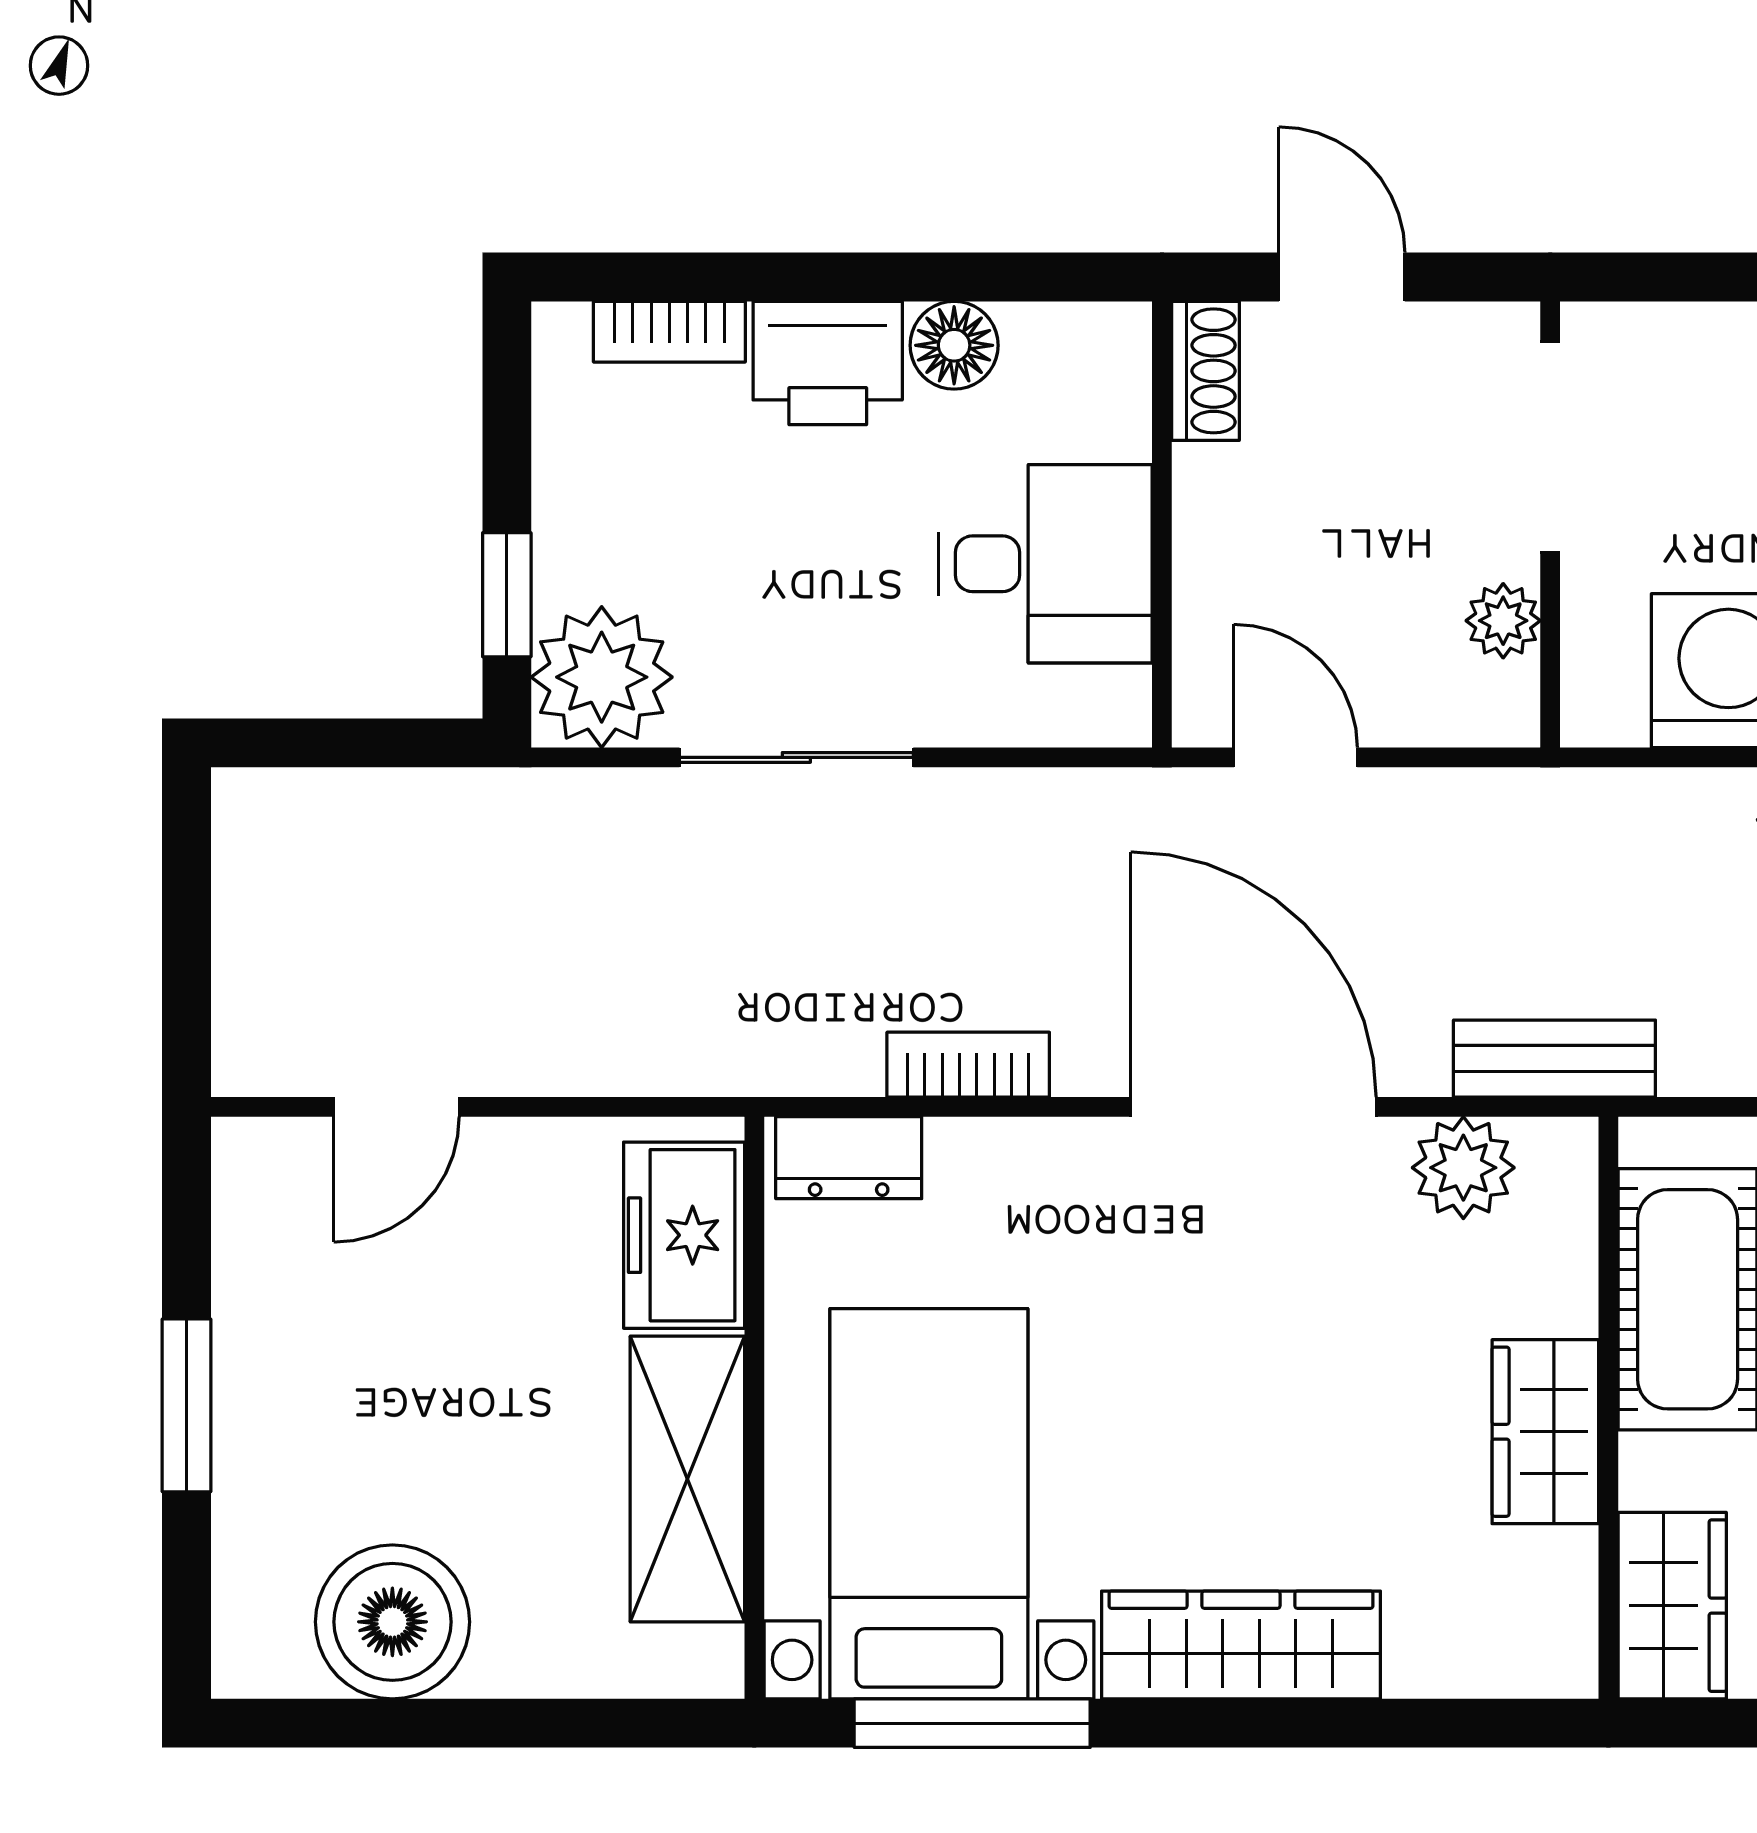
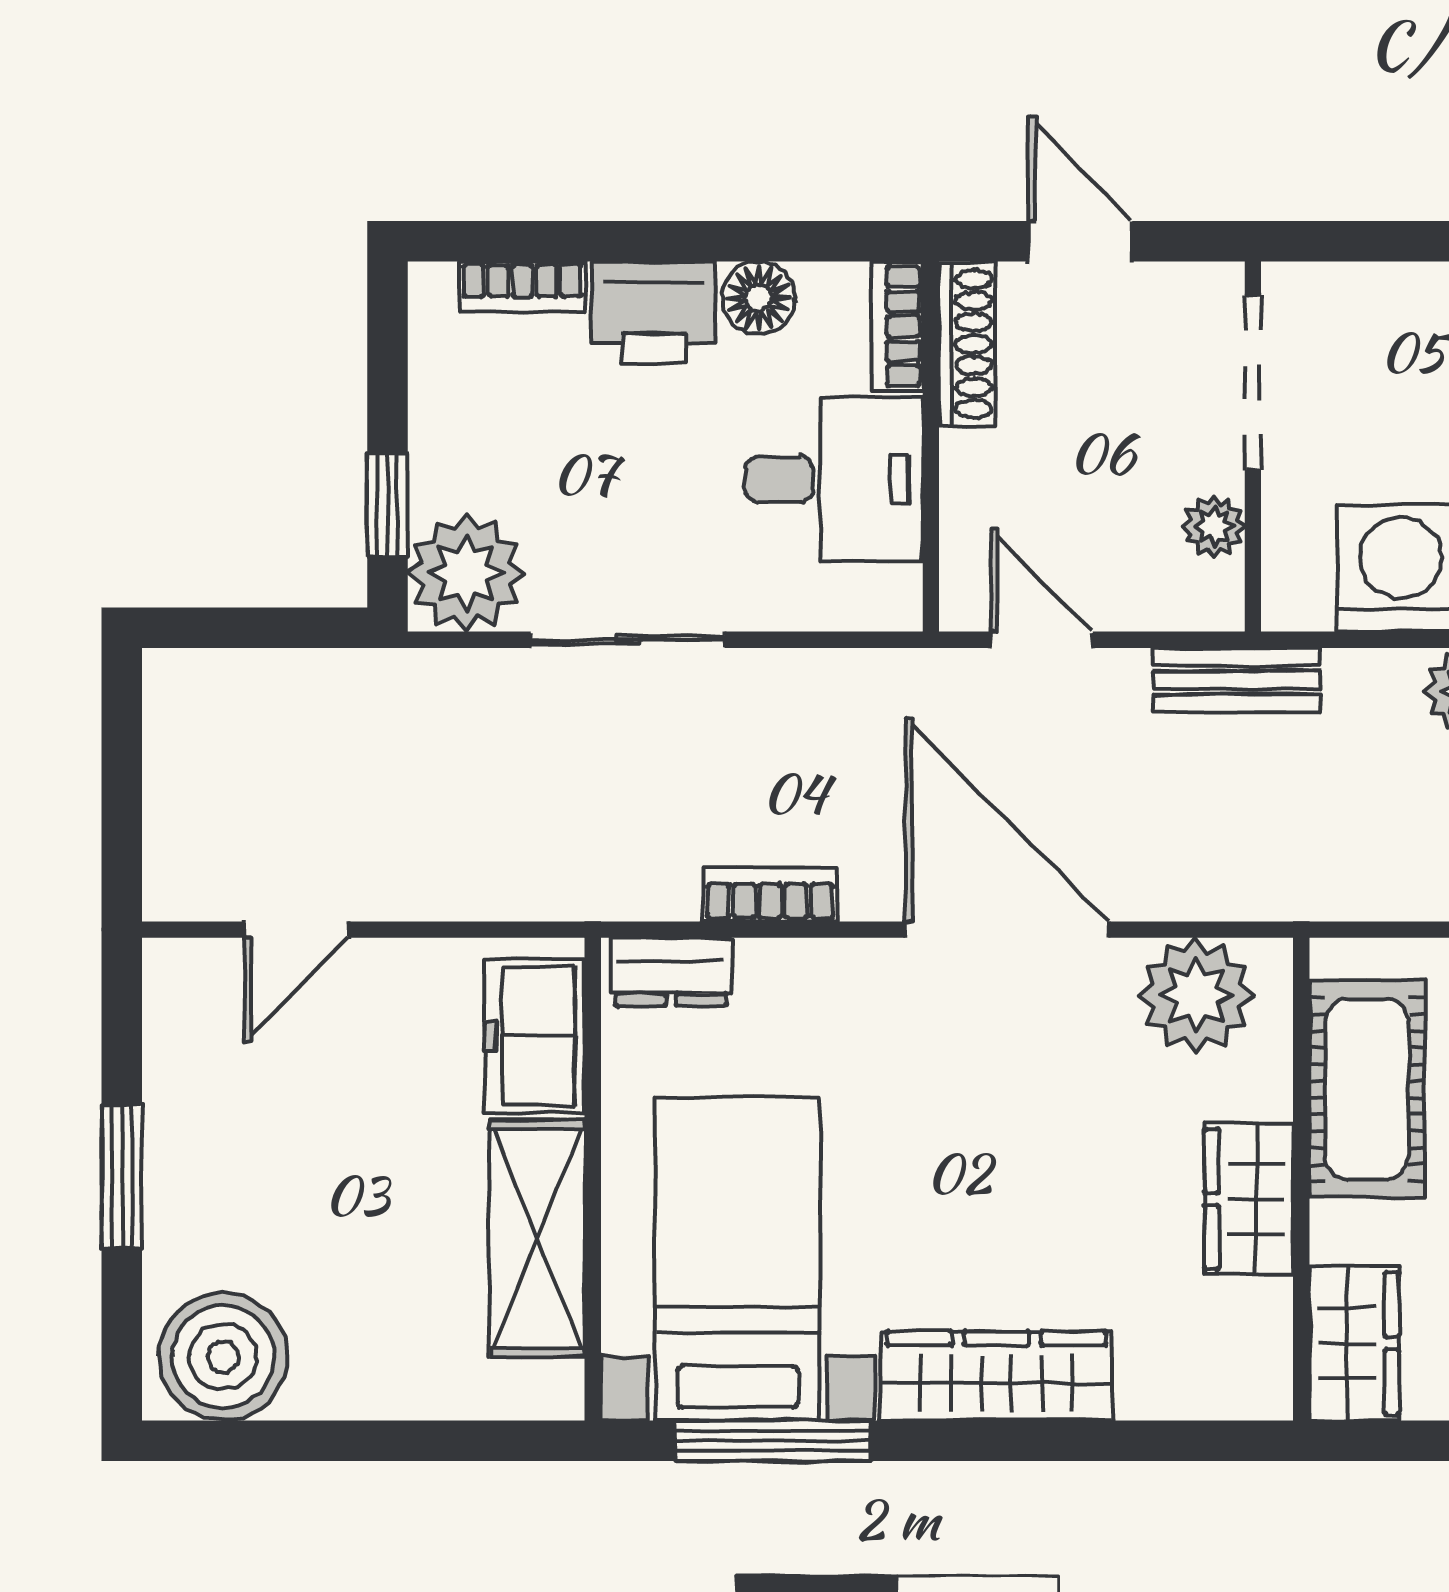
shoe rack: (1205, 371) -> (967, 344), width x1.43
bookcase: (1121, 379) -> (897, 326), added
bench: (1554, 1059) -> (1237, 680), moved
plant: (1463, 1168) -> (1196, 995), width x1.36, depth x1.36
boiler: (392, 1622) -> (223, 1357), moved

